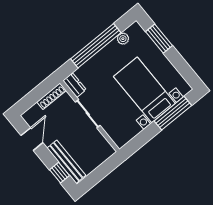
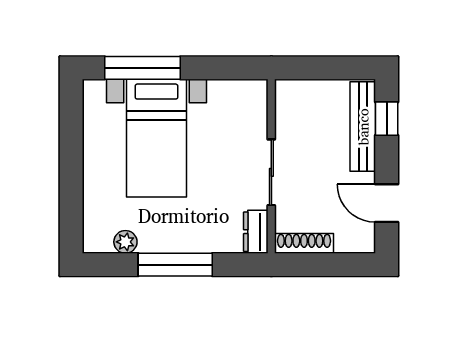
window: (159, 39) -> (71, 197), removed
window: (96, 46) -> (175, 265), width x0.68
door: (32, 139) -> (387, 203), hinge flipped

